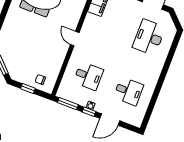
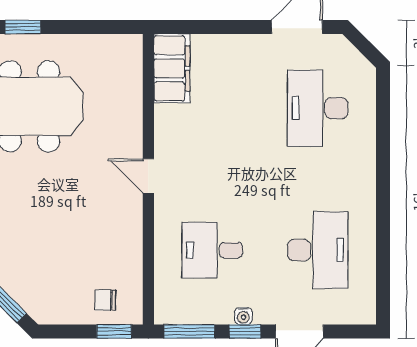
desk: (88, 76) -> (212, 250), turned 180
window: (28, 88) -> (114, 331), moved
desk: (128, 91) -> (318, 250), width x1.37

